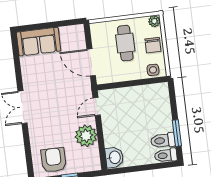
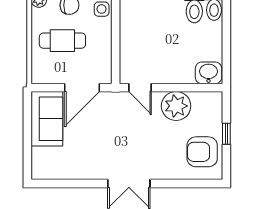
sofa: (39, 42) -> (47, 119), moved

